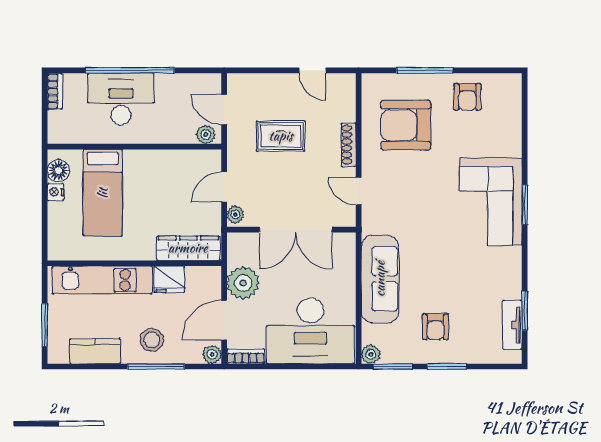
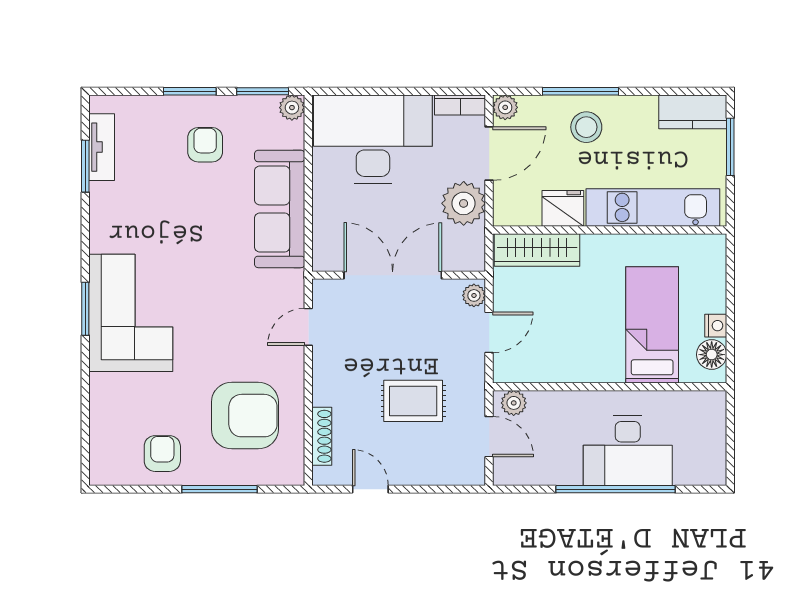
bookcase: (55, 91) -> (717, 461), removed
shoe rack: (349, 145) -> (322, 436), moved
door: (359, 191) -> (308, 327), swing flipped
kitchen counter: (95, 351) -> (693, 112), moved

